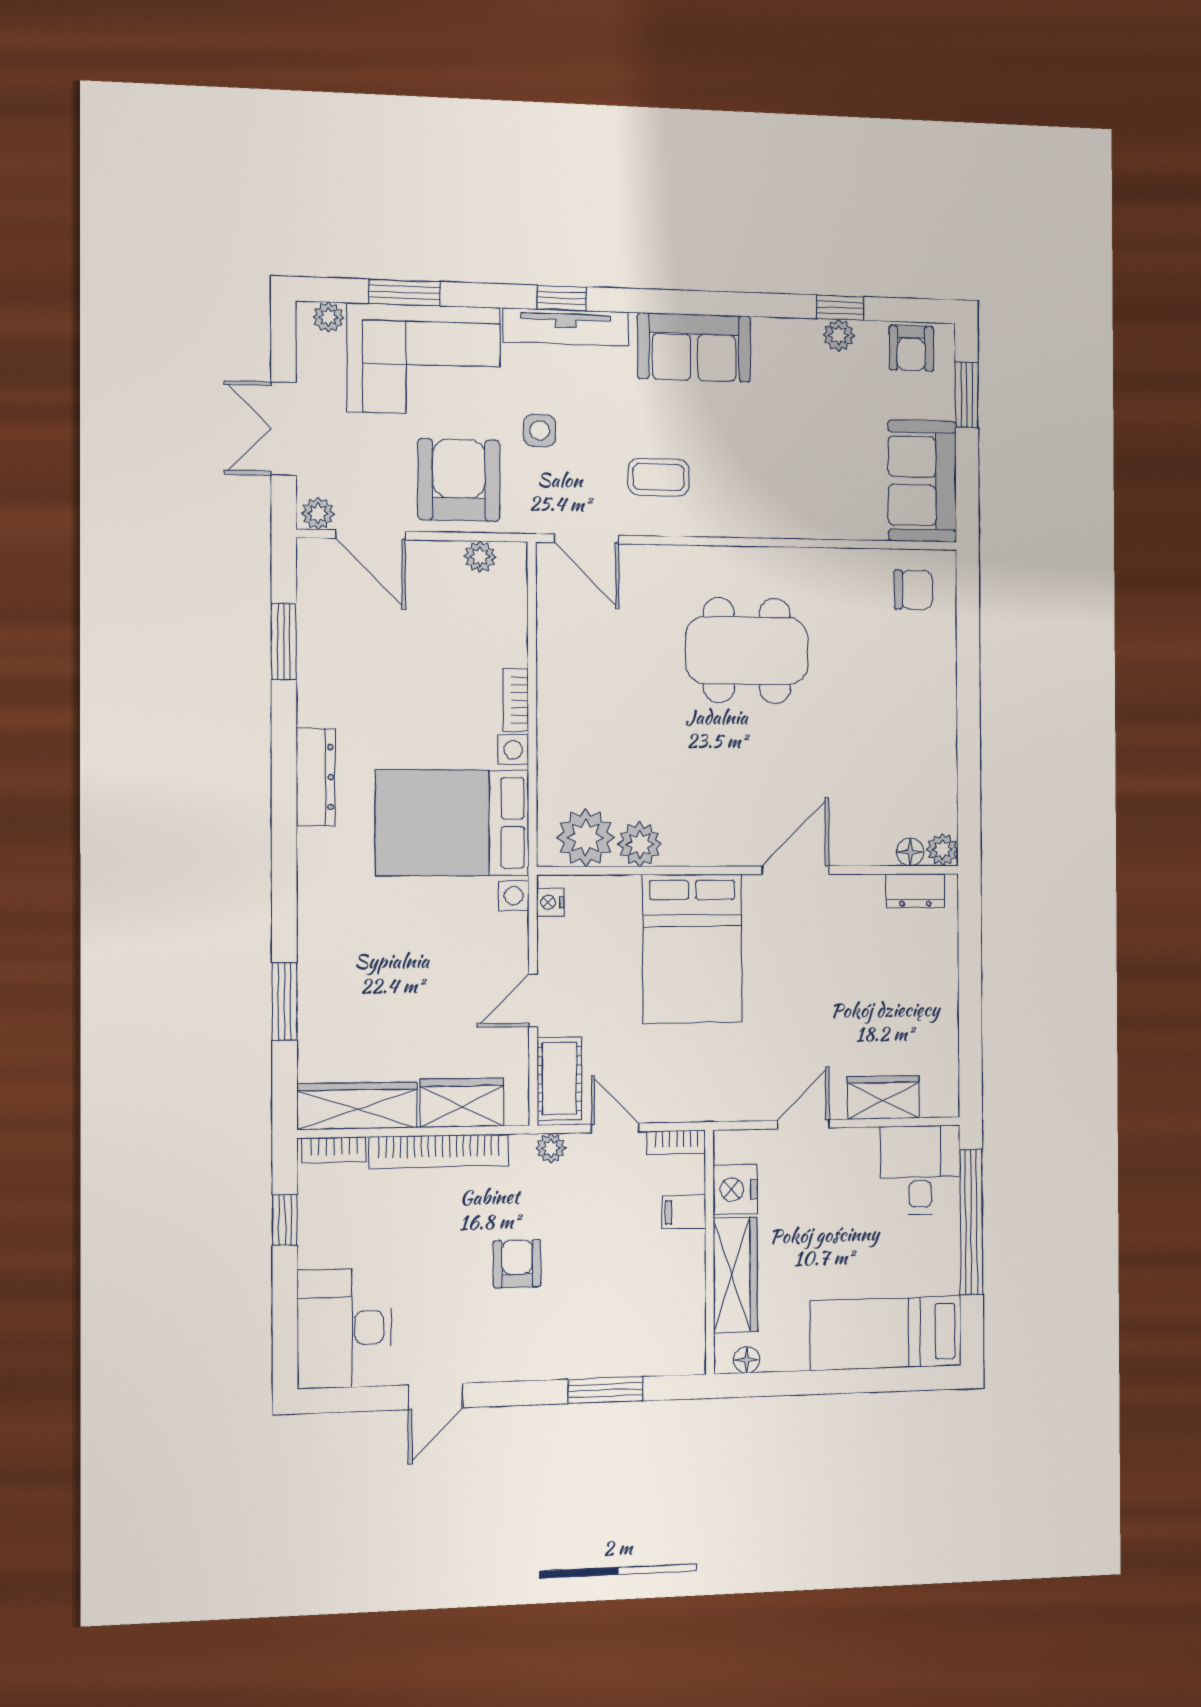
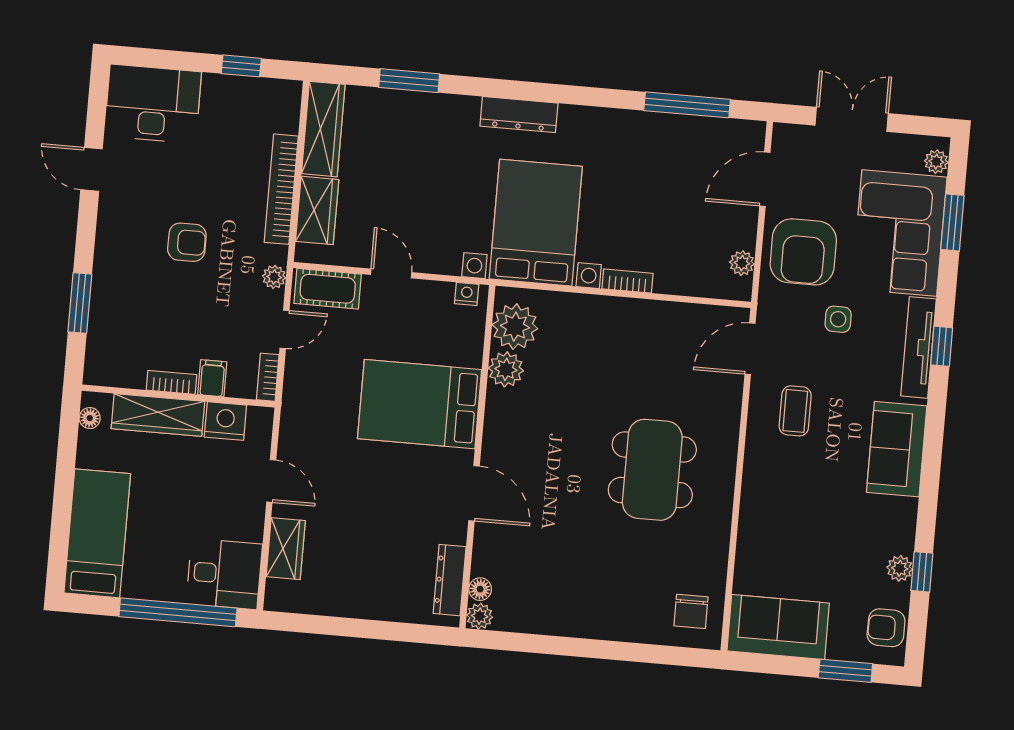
armchair: (459, 480) -> (803, 252), turned 90
plant: (318, 514) -> (784, 140), removed
window: (284, 641) -> (687, 105), width x1.44
dresser: (316, 777) -> (519, 115), moved
dresser: (915, 891) -> (450, 580), width x1.44
bookcase: (334, 1150) -> (171, 382), moved, turned 90

